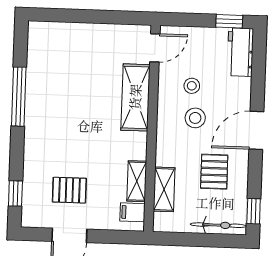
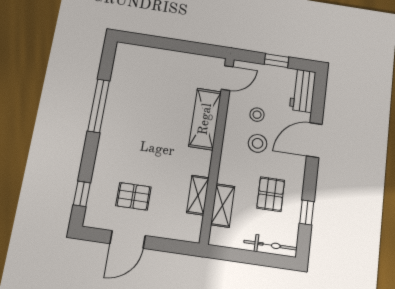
window: (229, 21) -> (277, 61), moved
door: (256, 130) -> (314, 140), moved
window: (254, 211) -> (307, 212), moved
filing cabinet: (132, 212) -> (191, 224), removed

